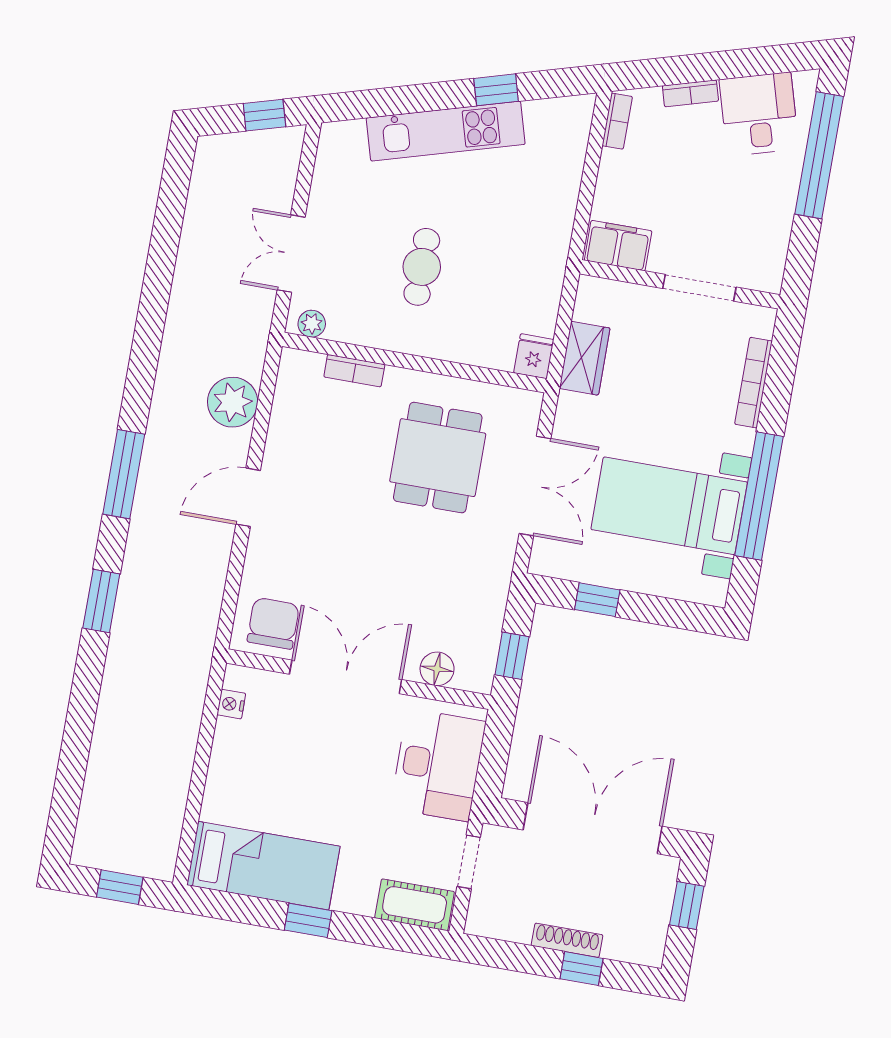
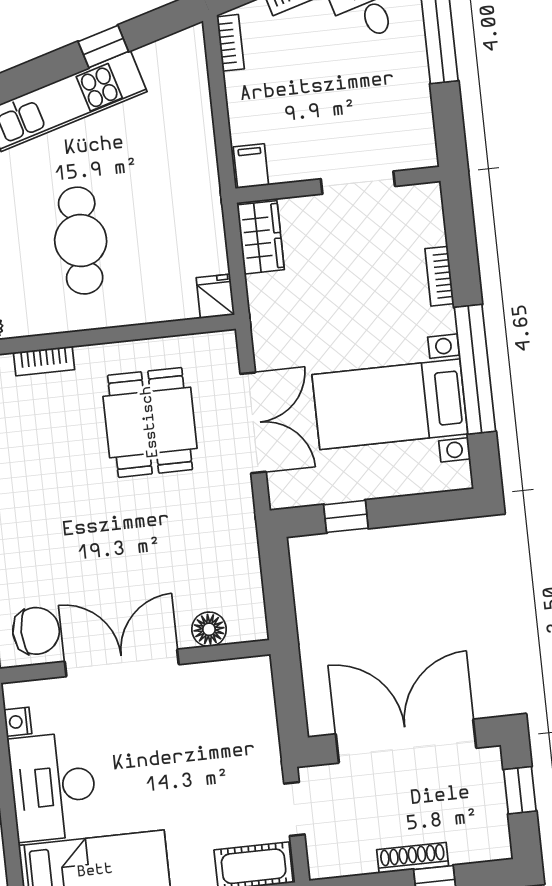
filing cabinet: (618, 246) -> (251, 166), width x0.50
cafe table: (422, 267) -> (81, 241), width x1.37, depth x1.35
wardrobe: (585, 358) -> (261, 237), moved
bookcase: (754, 383) -> (439, 276), width x0.64
chair: (273, 623) -> (36, 631), turned 90
window: (512, 656) -> (279, 595), removed
desk: (438, 765) -> (53, 787), moved, turned 180

